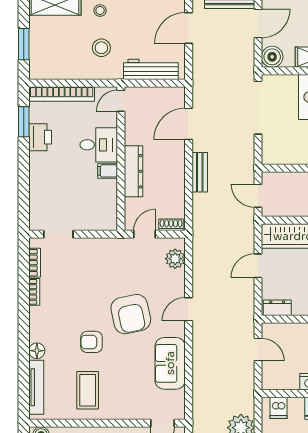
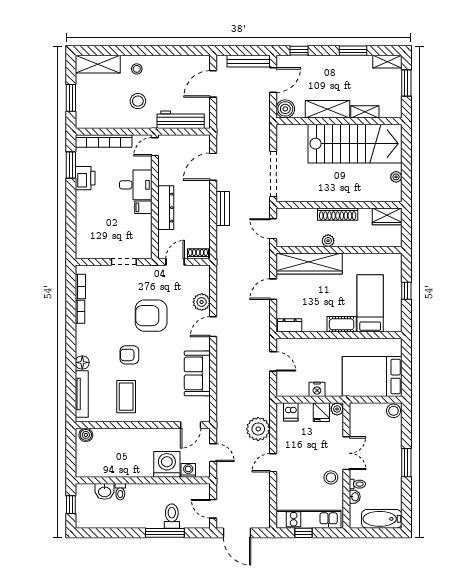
doorway: (258, 108) -> (273, 174), moved
doorway: (58, 234) -> (124, 262), moved
plant: (175, 259) -> (202, 302), moved
armchair: (131, 314) -> (151, 316), moved, turned 102

